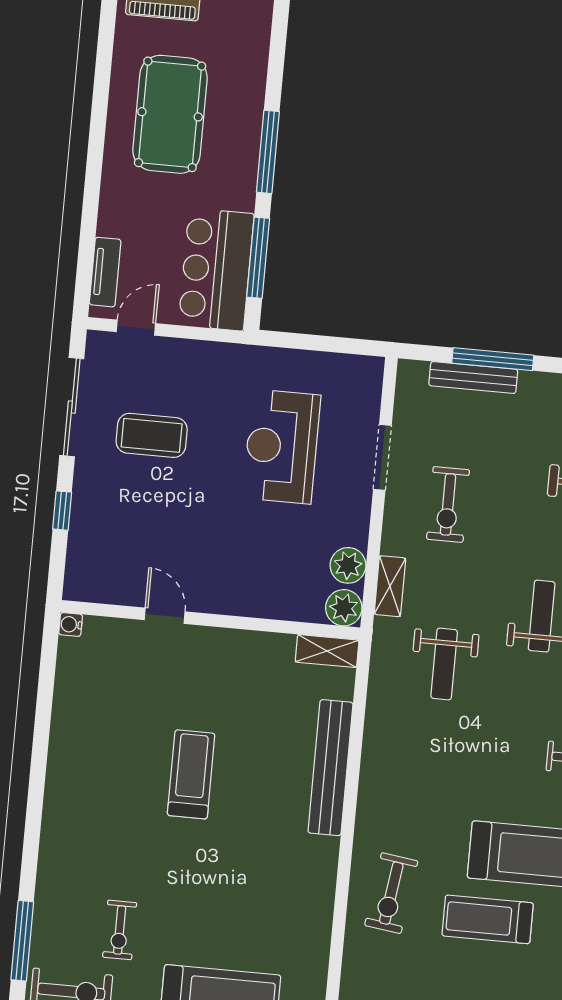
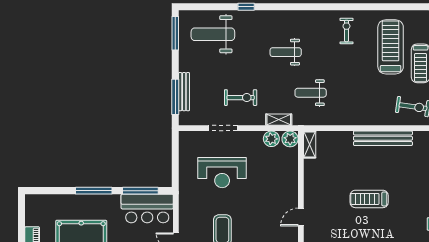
window: (493, 359) -> (175, 97), moved
weight bench: (444, 664) -> (311, 93), turned 180
bench: (330, 768) -> (383, 138), moved

